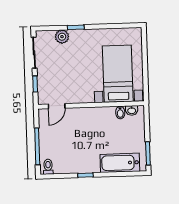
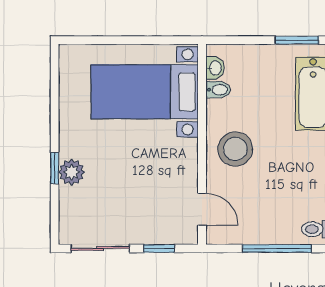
plant: (62, 37) -> (72, 172), moved
stool: (89, 123) -> (235, 149), added

